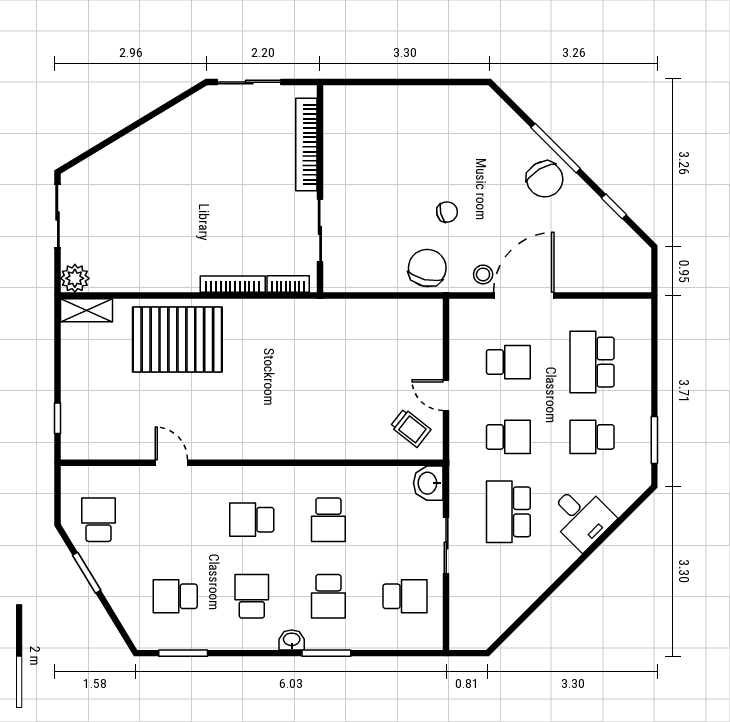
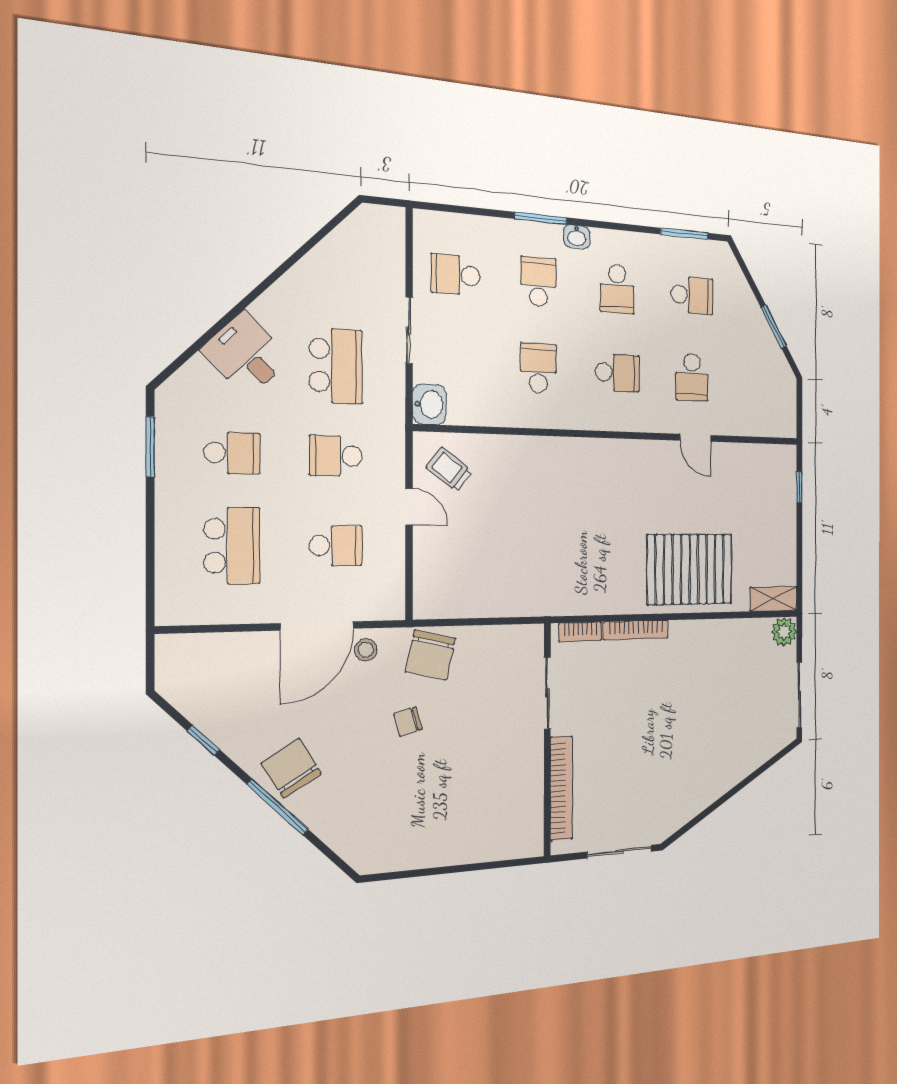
school desk: (508, 362) -> (336, 546), turned 180
school desk: (99, 520) -> (692, 377), moved

